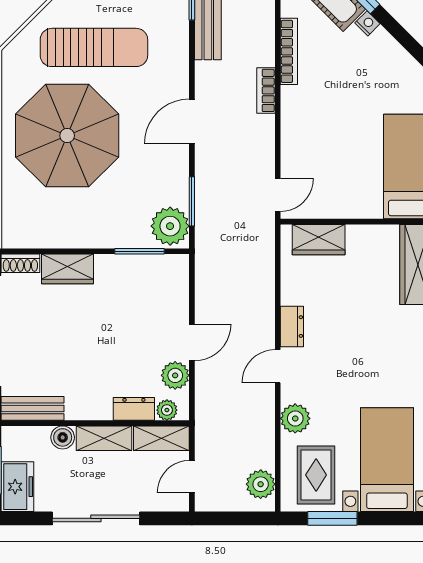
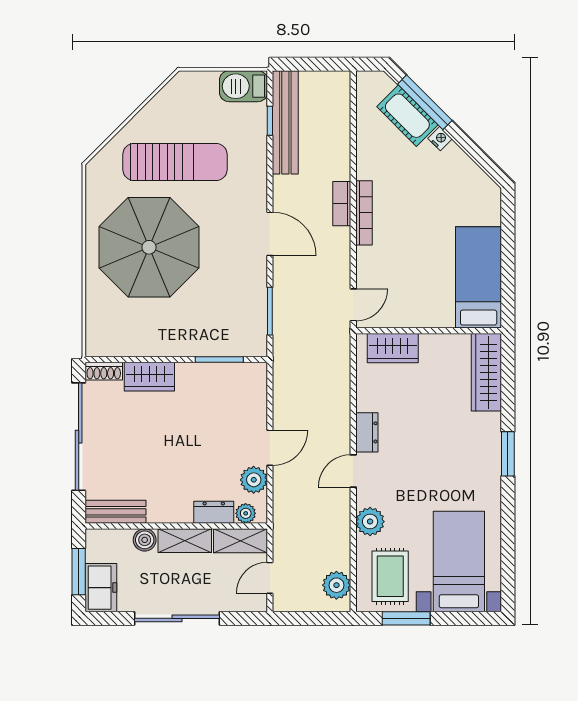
bookcase: (289, 51) -> (364, 213), moved
door: (192, 122) -> (270, 234), swing flipped
plant: (170, 226) -> (249, 335), removed

